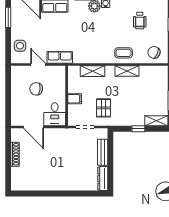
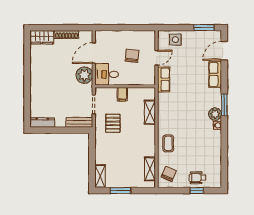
wheelchair: (140, 20) -> (198, 178), moved
shelving: (127, 71) -> (150, 169), moved
pallet: (104, 108) -> (113, 123), turned 90
window: (138, 129) -> (92, 158), removed
plant: (56, 136) -> (84, 75), added
bench: (103, 152) -> (79, 122), moved
wardrobe: (18, 179) -> (42, 37), added

